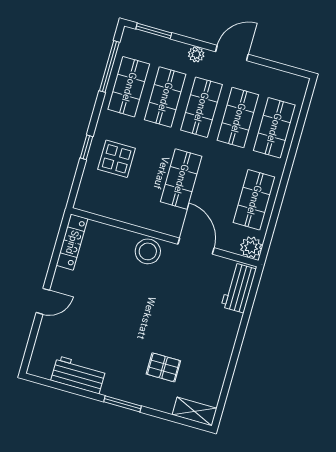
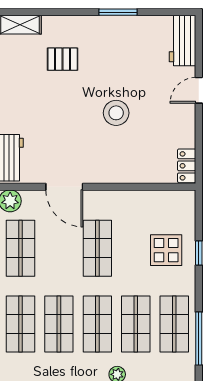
locker: (72, 242) -> (187, 166), width x0.66
stool: (148, 251) -> (116, 113), moved
workbench: (78, 375) -> (183, 41), moved, turned 90
window: (122, 404) -> (118, 12), moved

